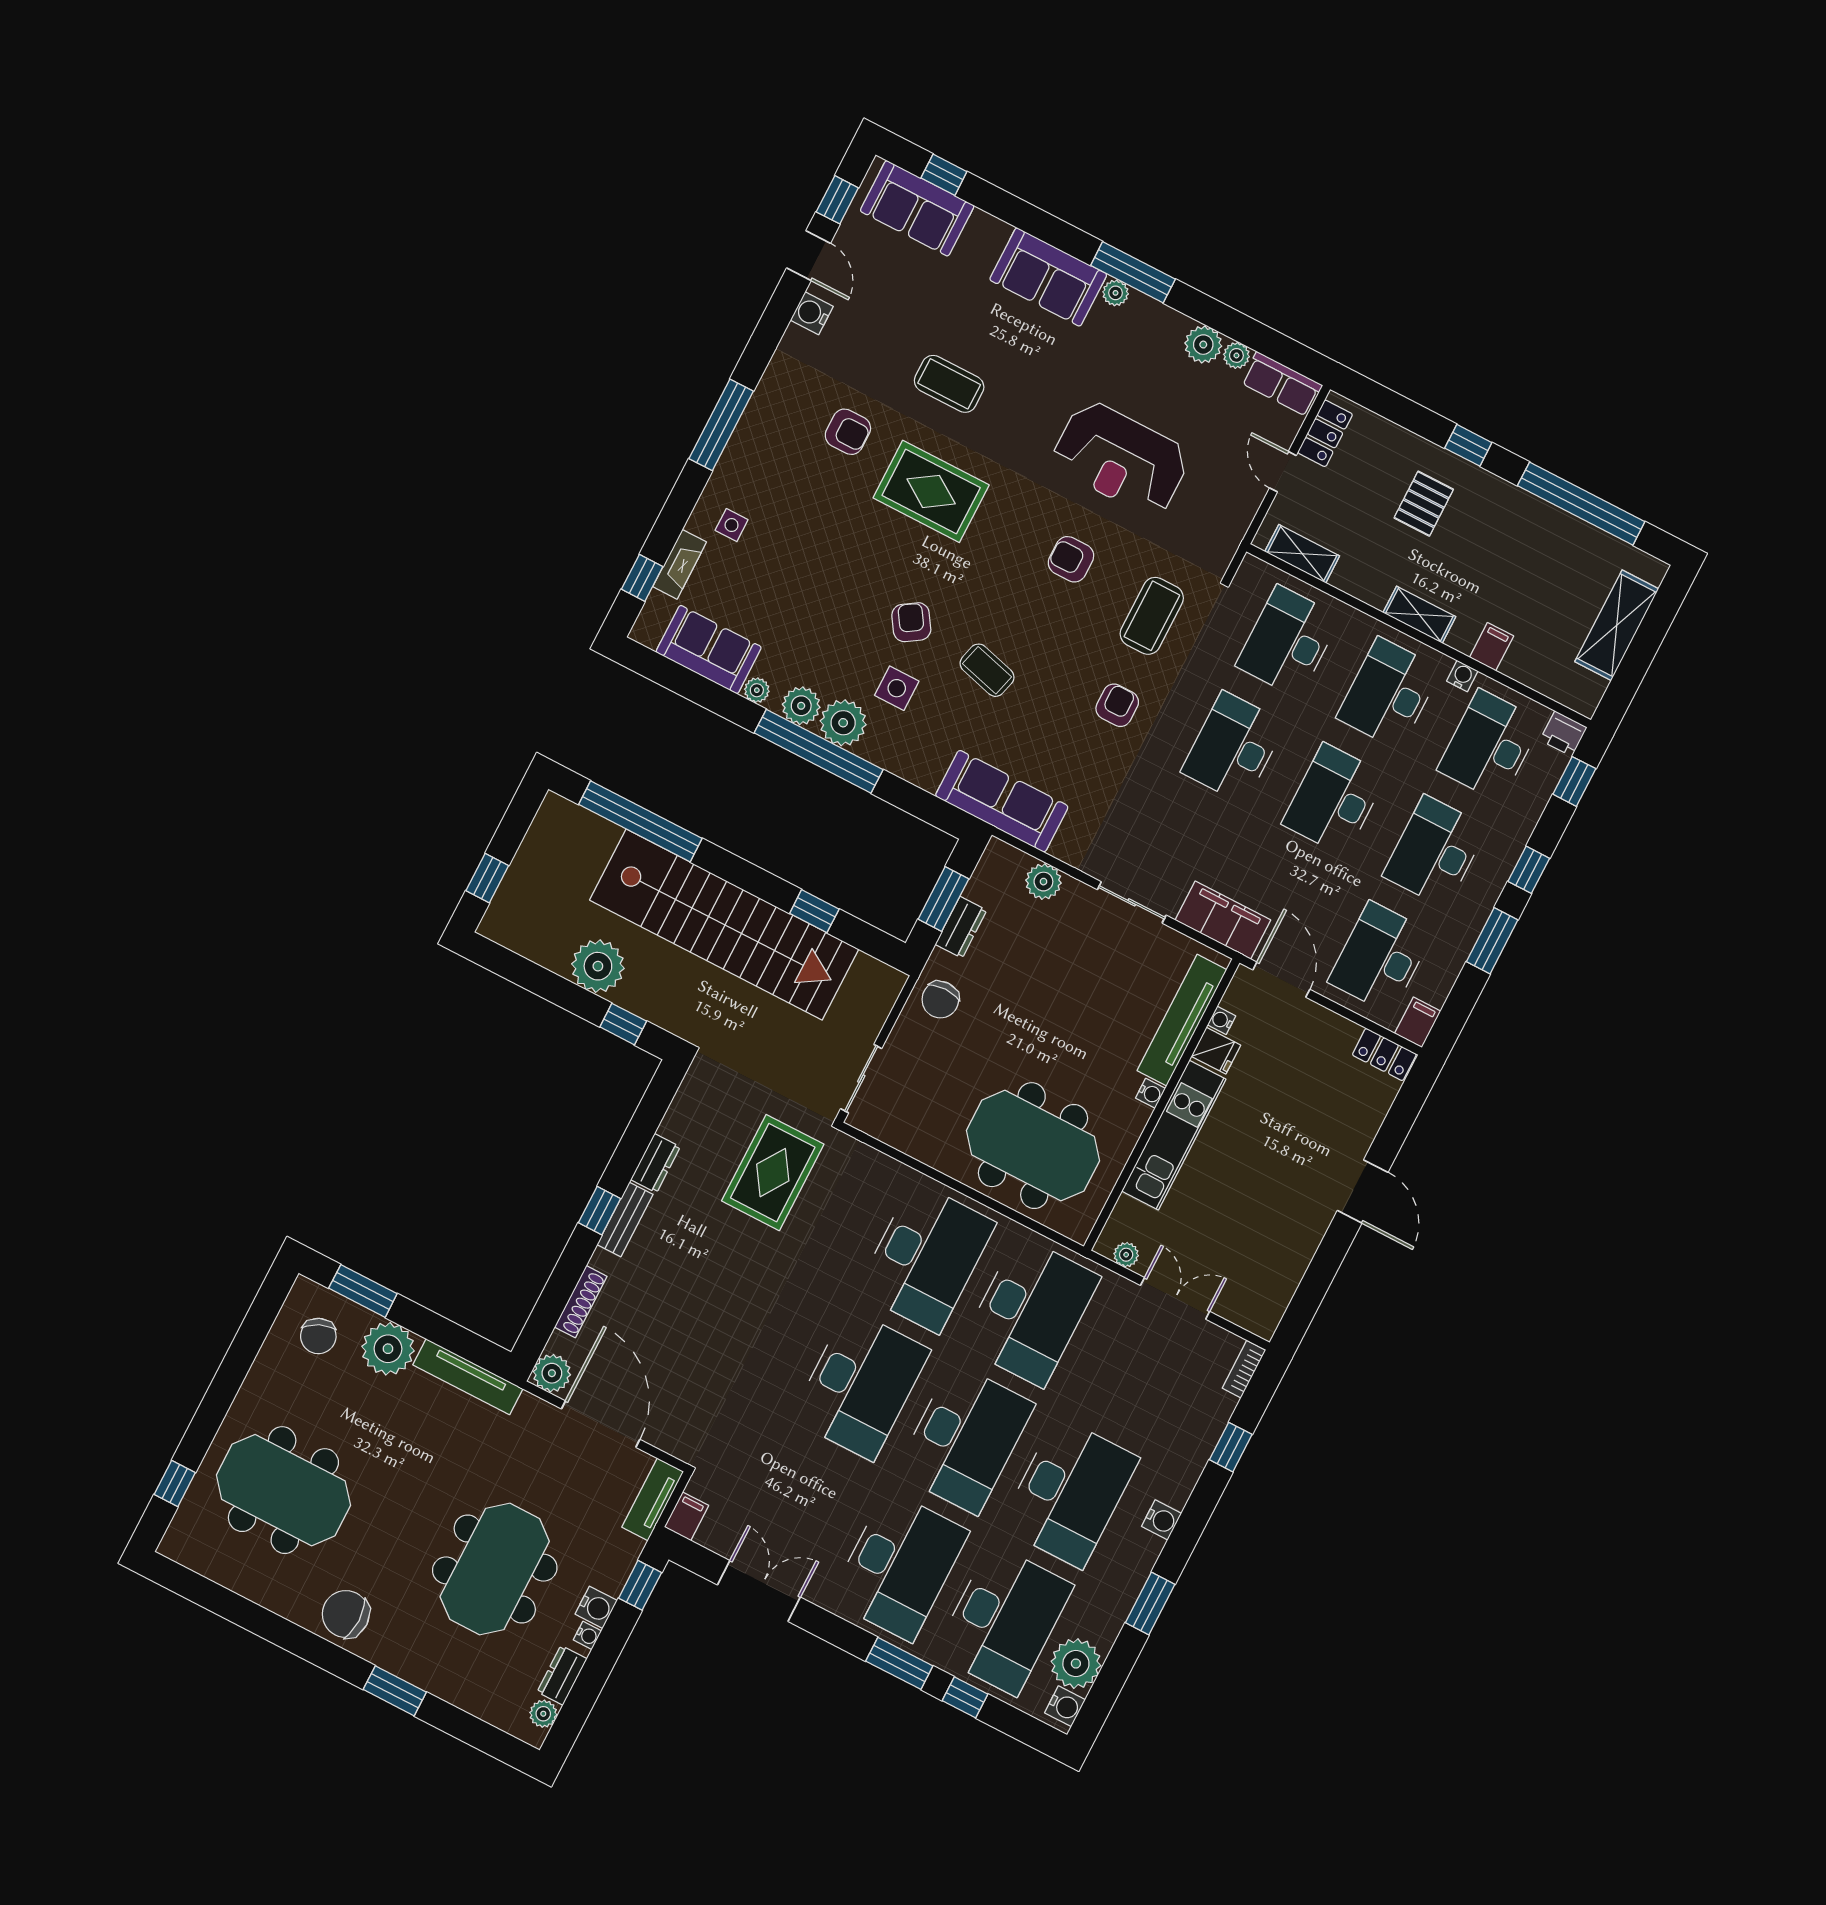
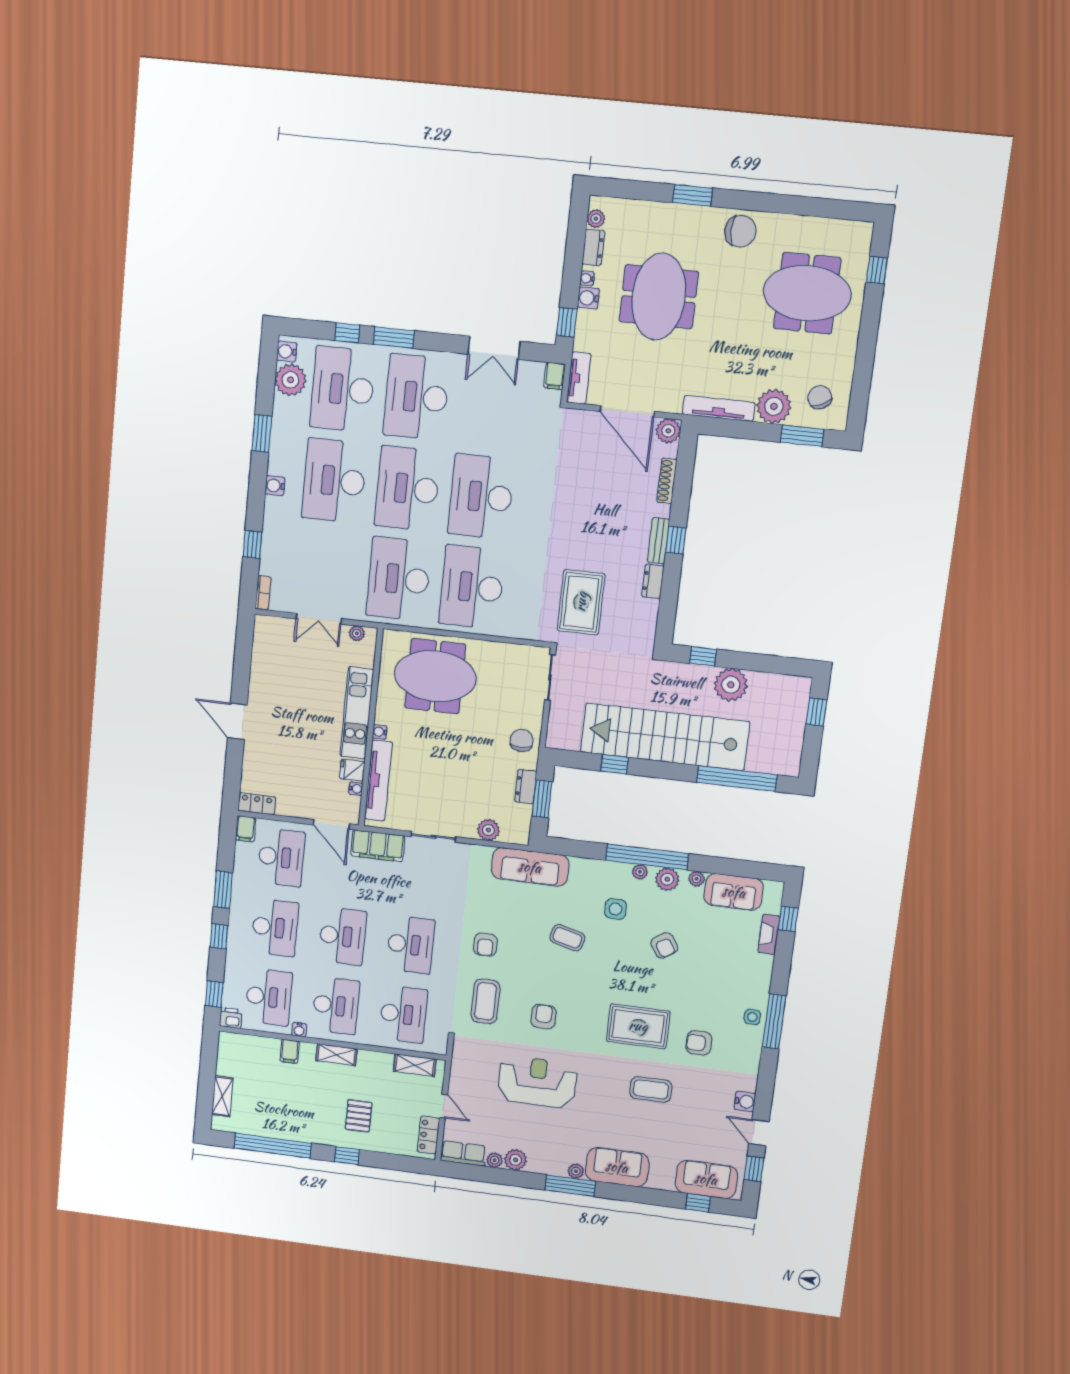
side table: (732, 525) -> (752, 1017), moved
armchair: (1071, 559) -> (544, 1017), turned -90
armchair: (911, 622) -> (664, 945), moved
shelving: (1617, 625) -> (222, 1096), width x0.67, depth x0.75
plant: (843, 723) -> (640, 872), width x0.53, depth x0.53

